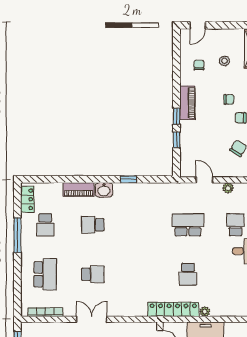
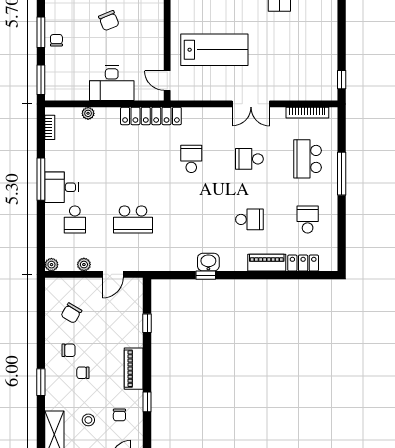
window: (177, 116) -> (147, 402), moved
door: (204, 180) -> (113, 274), hinge flipped
washbasin: (104, 190) -> (208, 262), moved
locker: (27, 199) -> (303, 263), moved, turned 90
window: (17, 235) -> (342, 174), moved
school desk: (188, 274) -> (191, 159), moved
plant: (205, 312) -> (88, 113), moved

